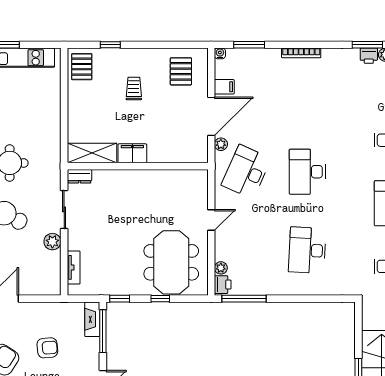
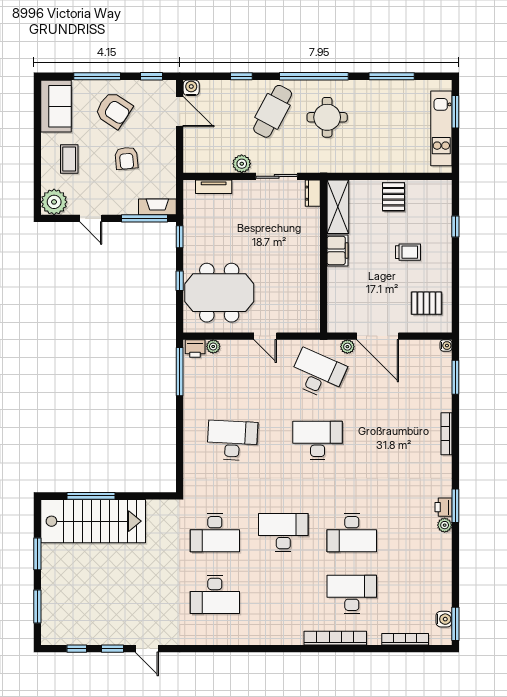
pallet: (82, 67) -> (394, 197), moved, turned 90
filing cabinet: (224, 87) -> (410, 350), removed

